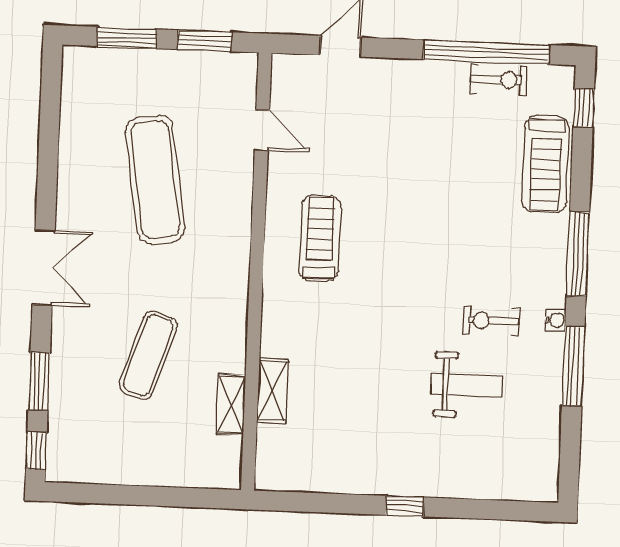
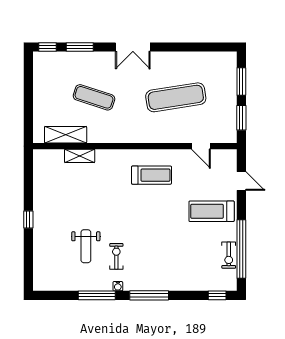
door: (262, 130) -> (201, 146), hinge flipped
treadmill: (546, 164) -> (212, 211), moved
shelving: (231, 404) -> (66, 135), width x1.50, depth x1.33

